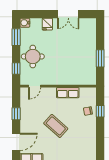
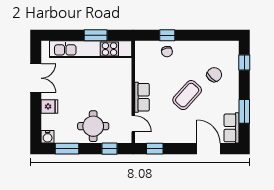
kitchen unit: (90, 55) -> (91, 49), added
row of seats: (68, 93) -> (142, 97), moved
window: (16, 114) -> (155, 149), moved
chair: (71, 146) -> (214, 75), added

